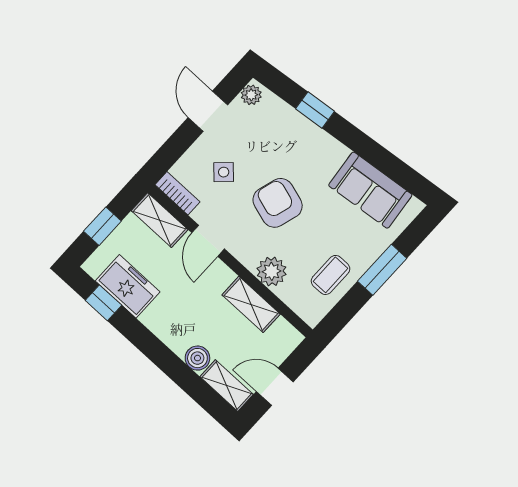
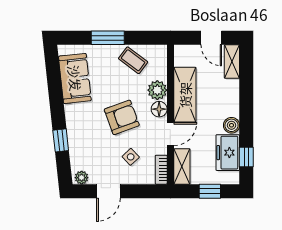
armchair: (278, 203) -> (122, 117), turned -127
floor lamp: (248, 254) -> (159, 109), added
coffee table: (331, 275) -> (133, 60), turned 37
shelving: (251, 304) -> (185, 95), width x1.50, depth x1.33
boiler: (197, 358) -> (231, 125), moved

